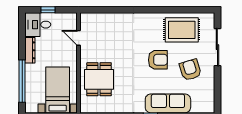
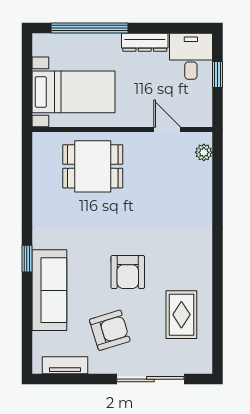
plant: (91, 17) -> (204, 152), added
rug: (182, 30) -> (181, 315), width x0.73, depth x0.70
door: (79, 38) -> (167, 129), hinge flipped
tv unit: (210, 95) -> (65, 365), added

